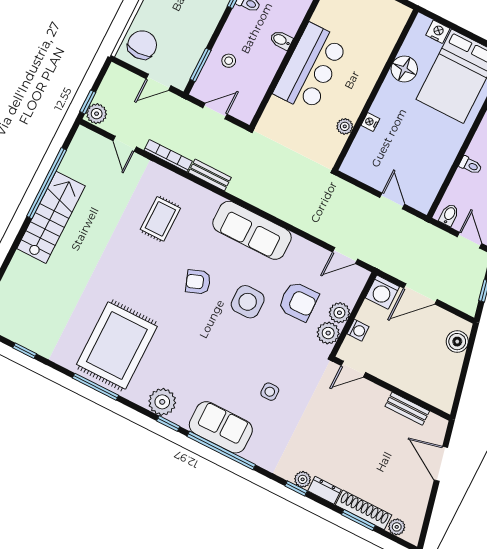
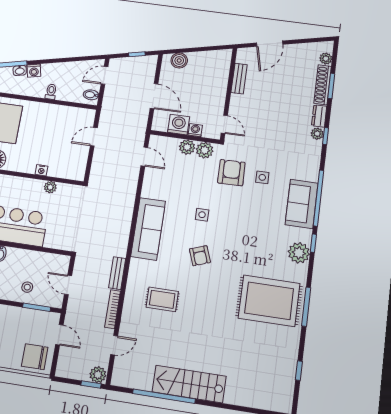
washing machine: (382, 292) -> (179, 125), moved, turned -90
armchair: (298, 301) -> (231, 173), moved
side table: (248, 302) -> (202, 215), width x0.54, depth x0.54

